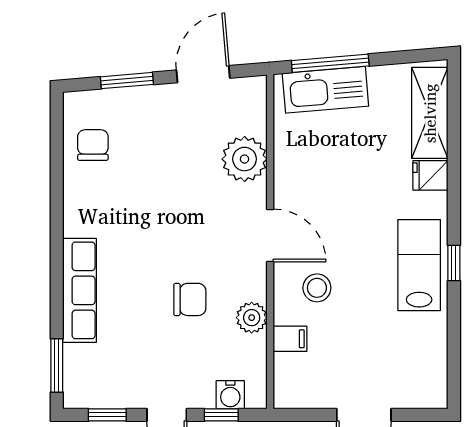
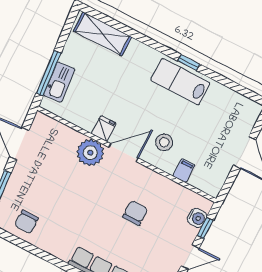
kitchen sink: (325, 90) -> (59, 82), width x0.73, depth x0.81
chair: (93, 145) -> (26, 222), turned -90
plant: (245, 159) -> (90, 153), moved
fridge: (430, 175) -> (104, 129), moved, turned 180
plant: (252, 318) -> (162, 185), removed

